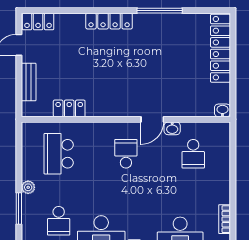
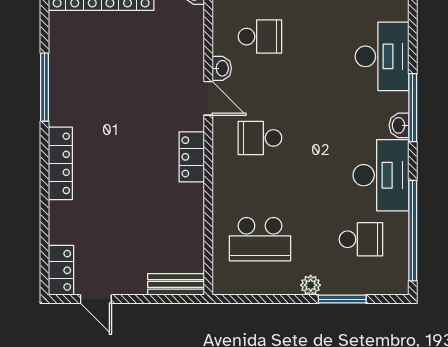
bench: (29, 82) -> (176, 284), moved
locker: (69, 108) -> (192, 157), moved

